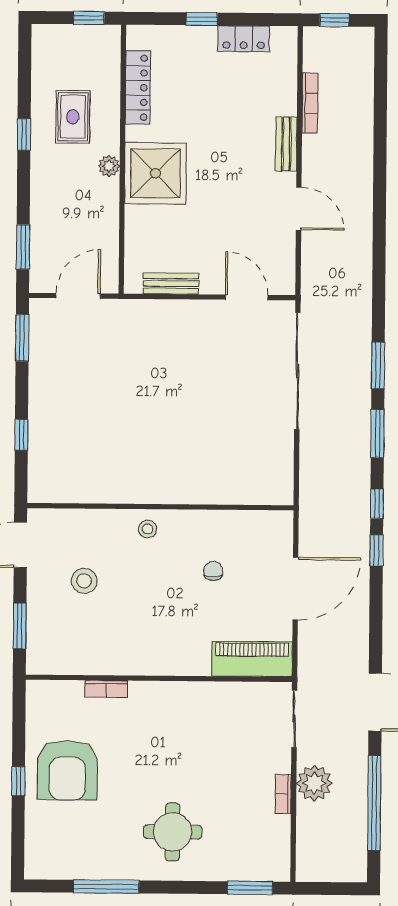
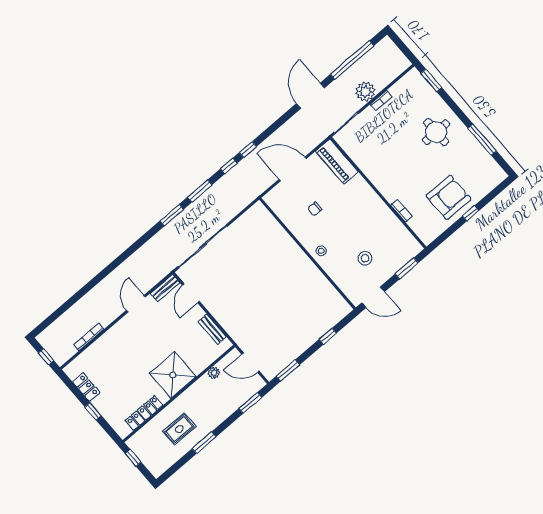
window: (24, 135) -> (204, 443), width x1.50
bench: (286, 144) -> (165, 288), moved
plant: (109, 166) -> (214, 373), moved

